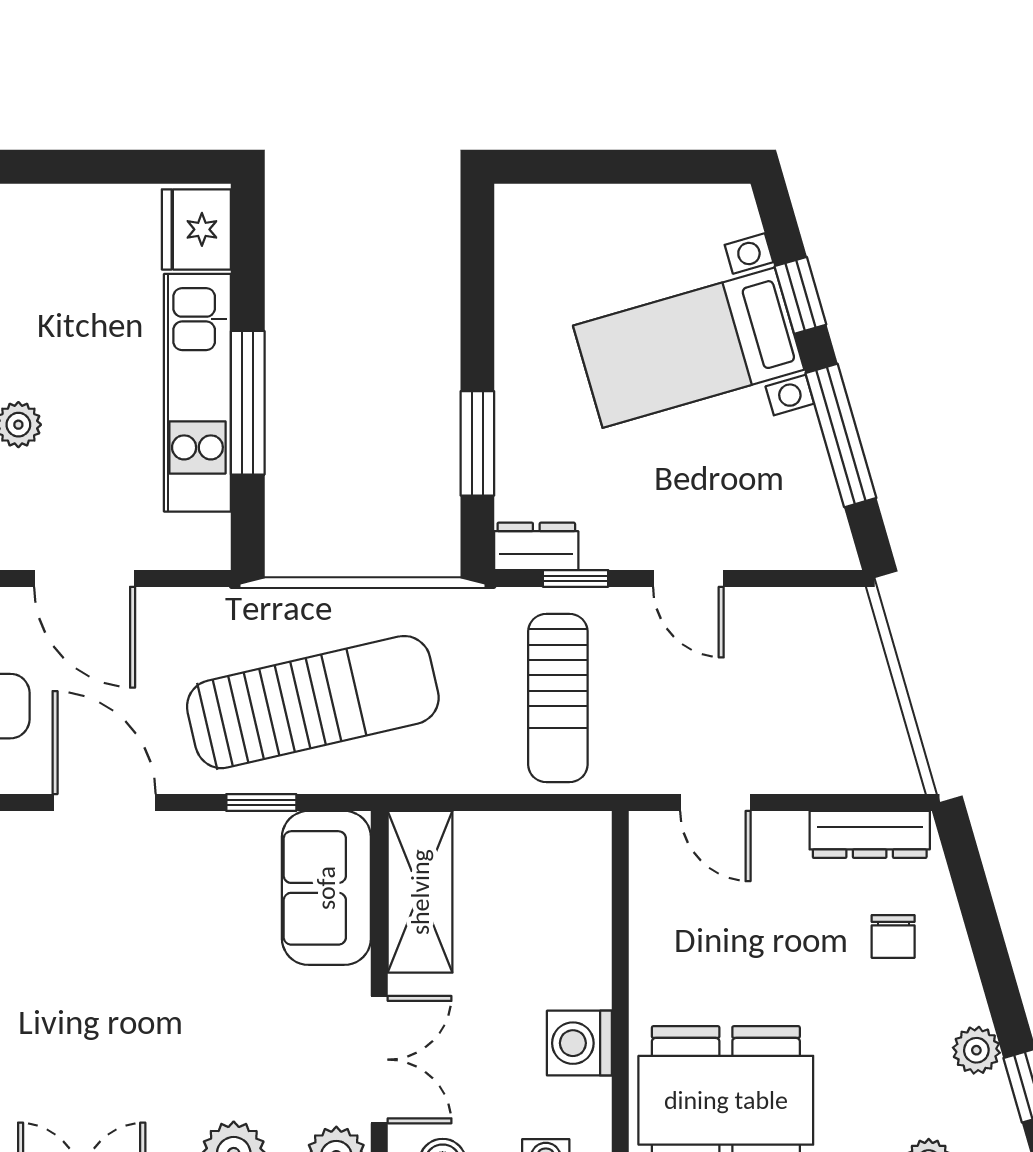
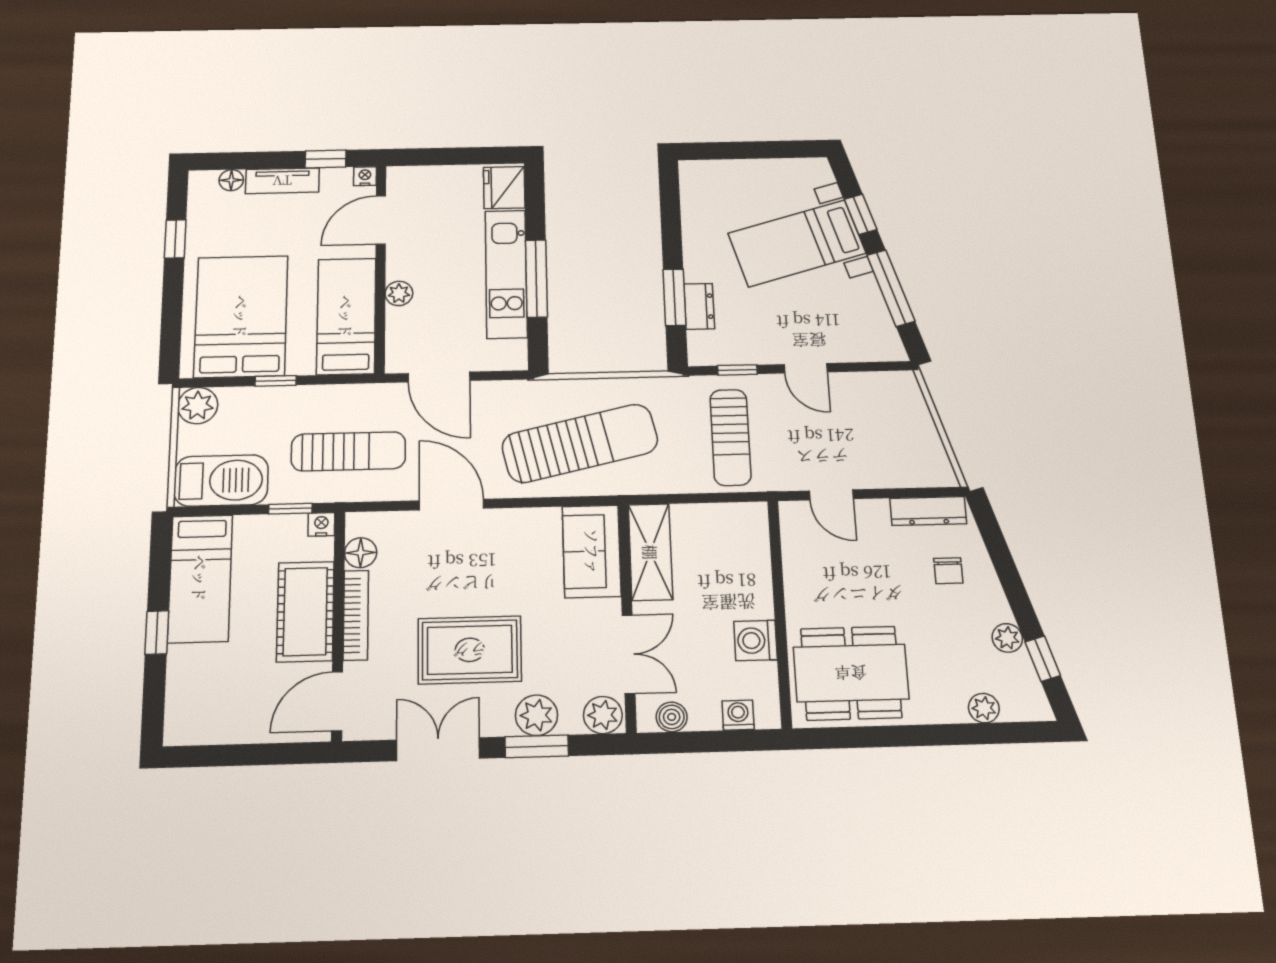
dresser: (536, 546) -> (699, 306), moved, turned 90
window: (261, 802) -> (550, 502), removed
rug: (131, 1046) -> (470, 650), added

